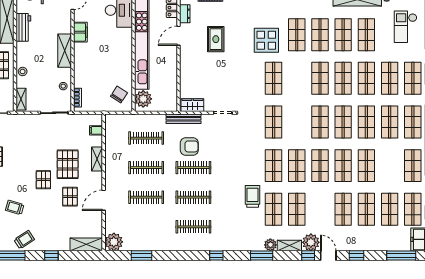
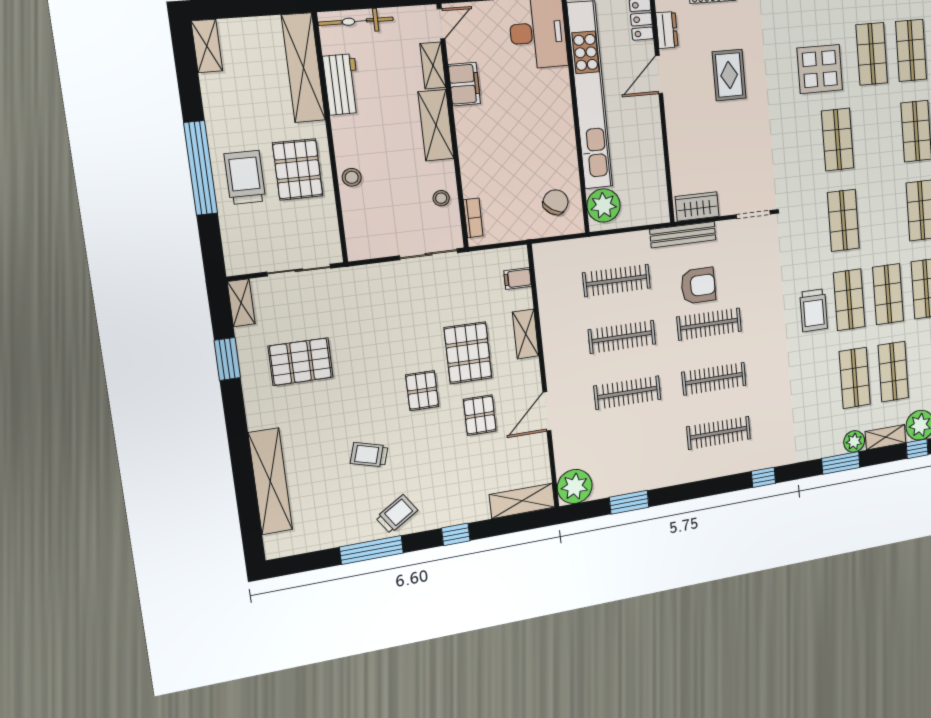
shelving: (21, 99) -> (433, 66), moved
trolley: (253, 196) -> (814, 310), moved, turned 180

